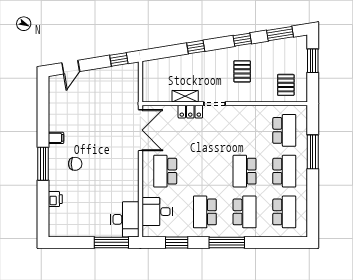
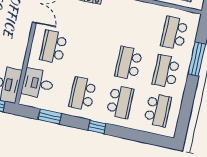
school desk: (284, 130) -> (174, 33), turned 180
school desk: (284, 171) -> (166, 71), turned 180
window: (227, 242) -> (97, 127), width x0.46

